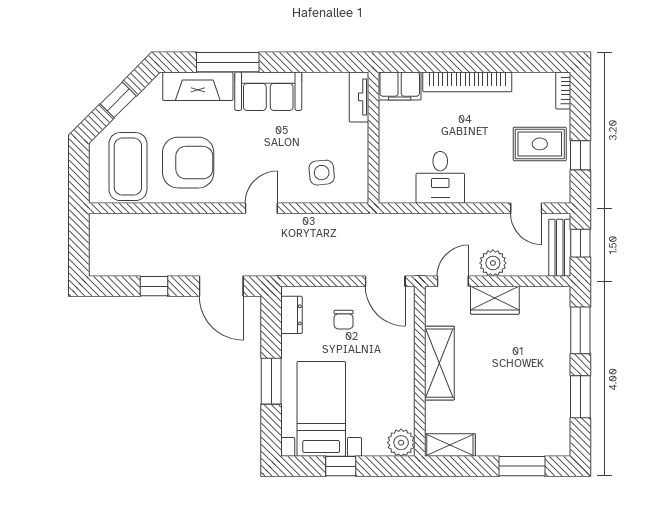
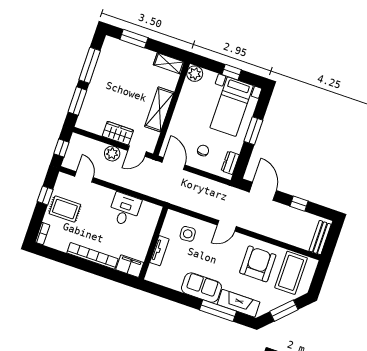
tv unit: (359, 97) -> (159, 251), moved
window: (118, 100) -> (284, 311), width x1.50
armchair: (188, 163) -> (258, 264), turned 90
bench: (560, 248) -> (320, 238), moved
window: (580, 397) -> (90, 65), width x1.44

